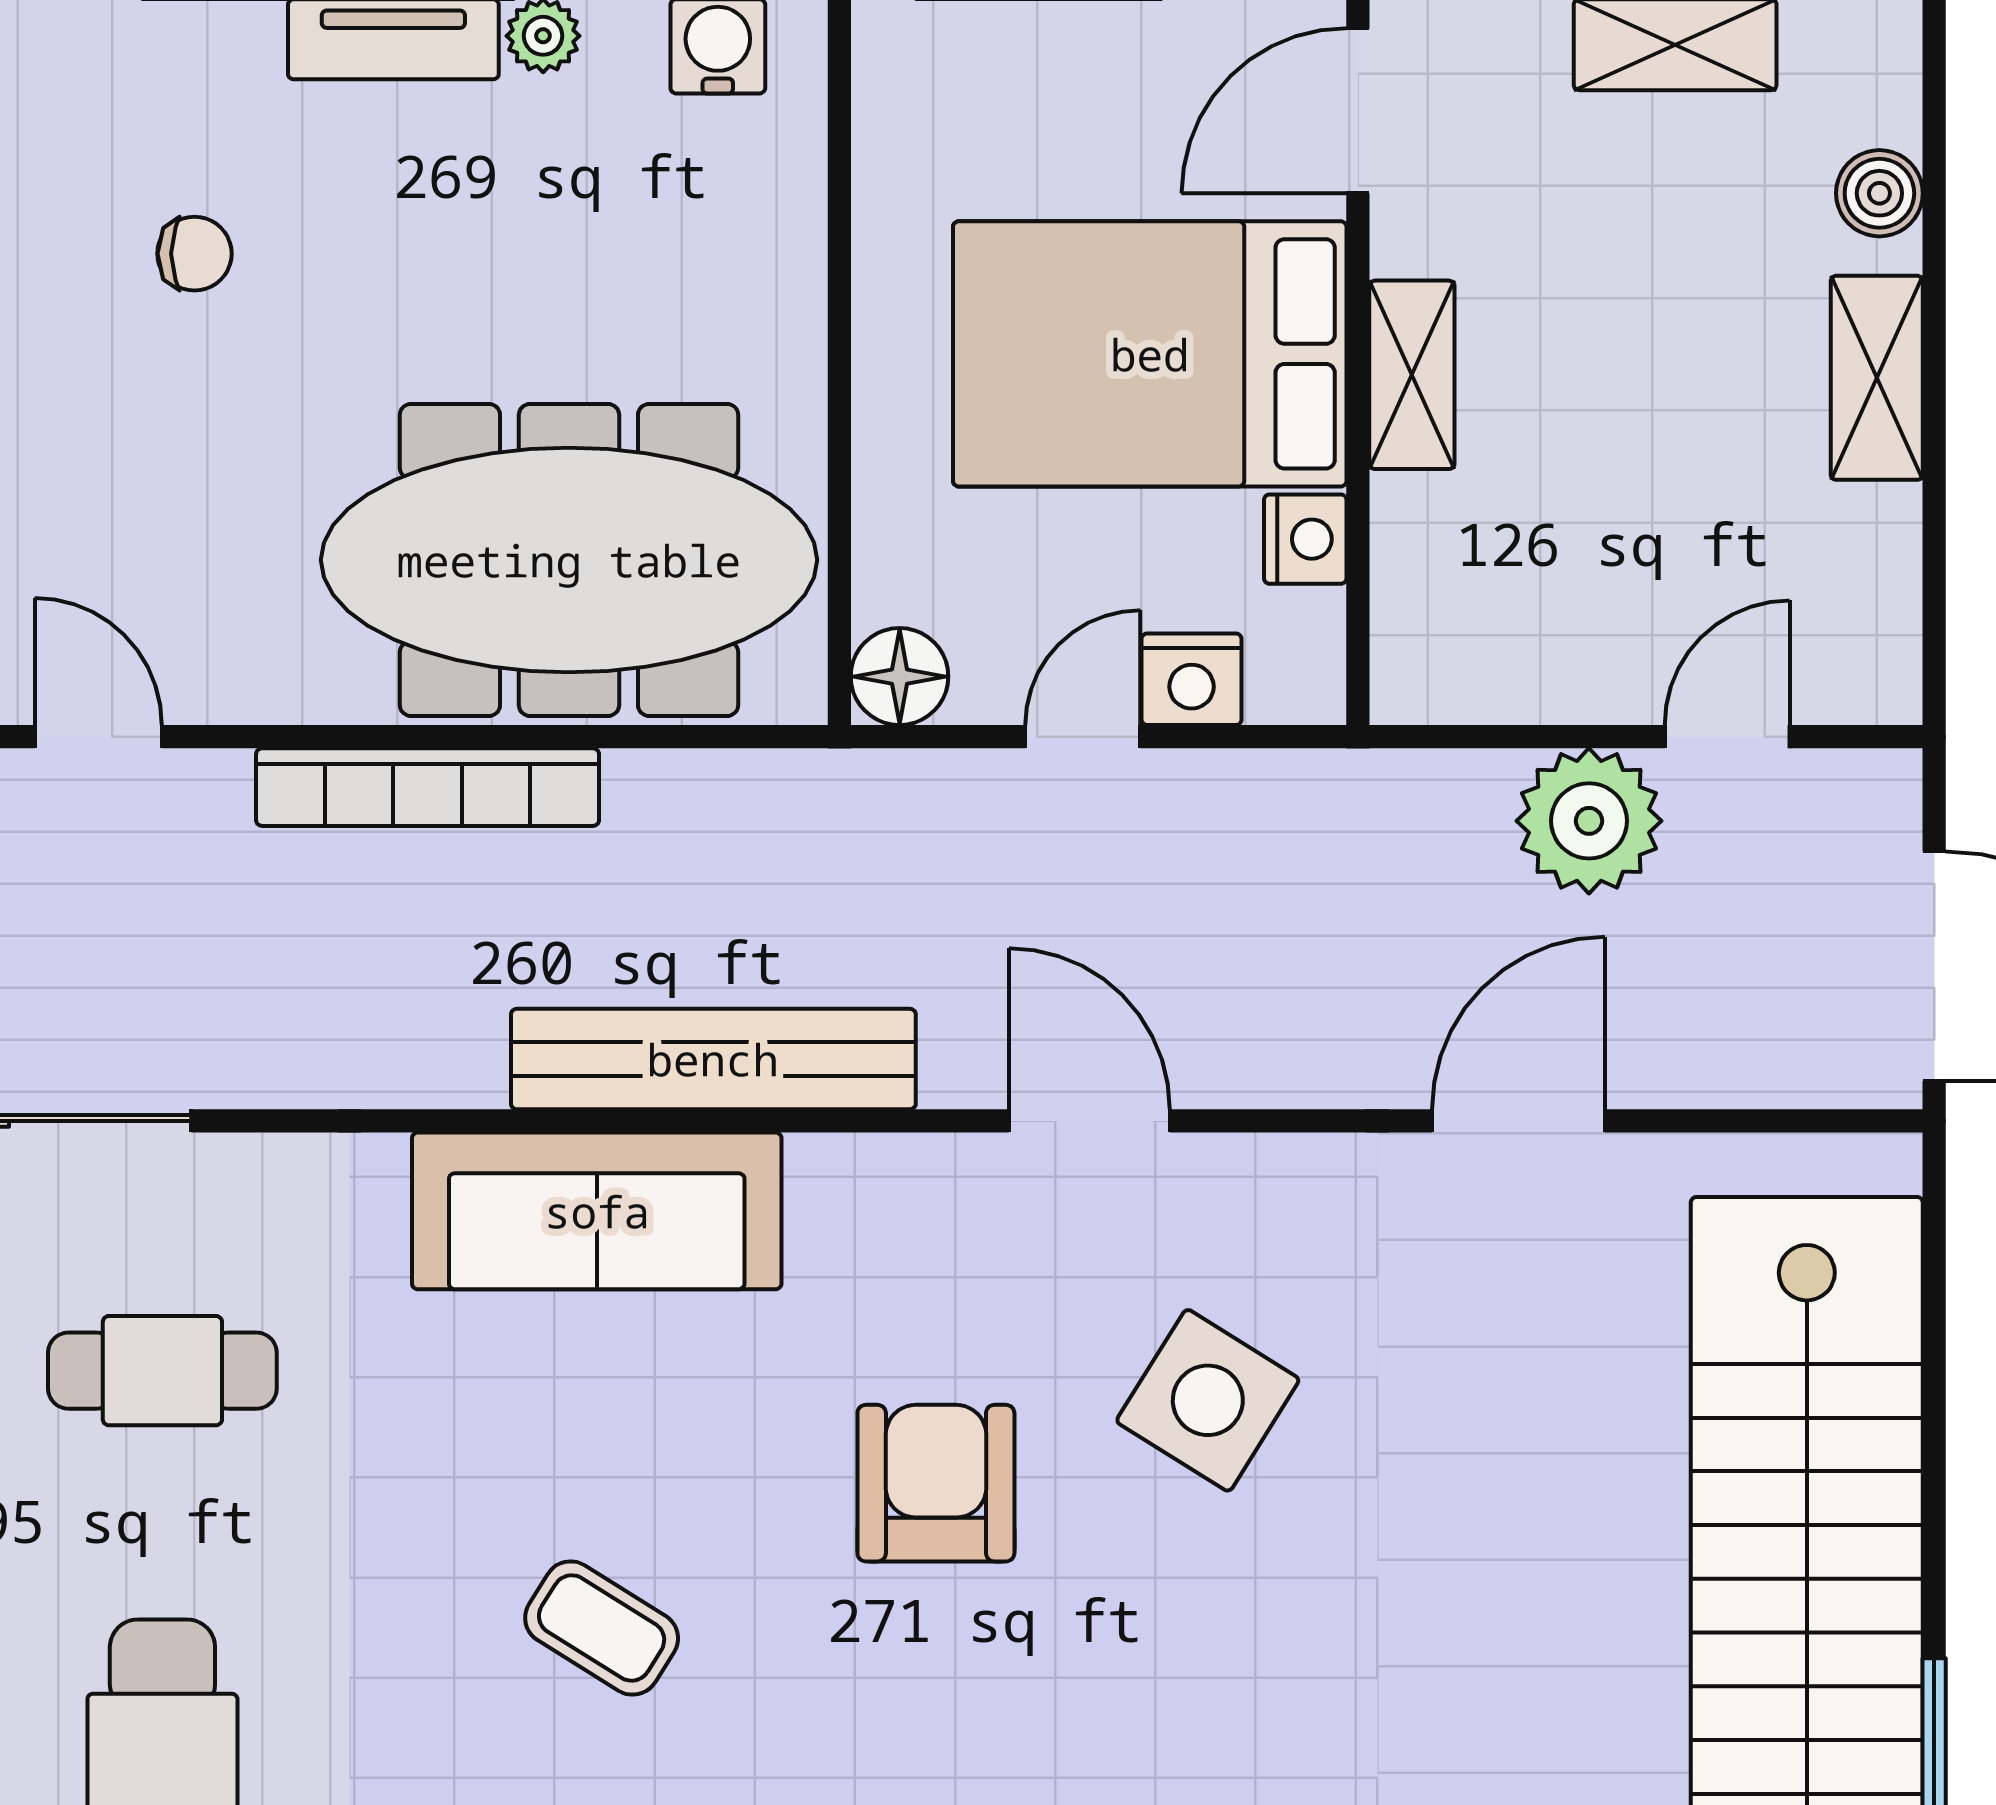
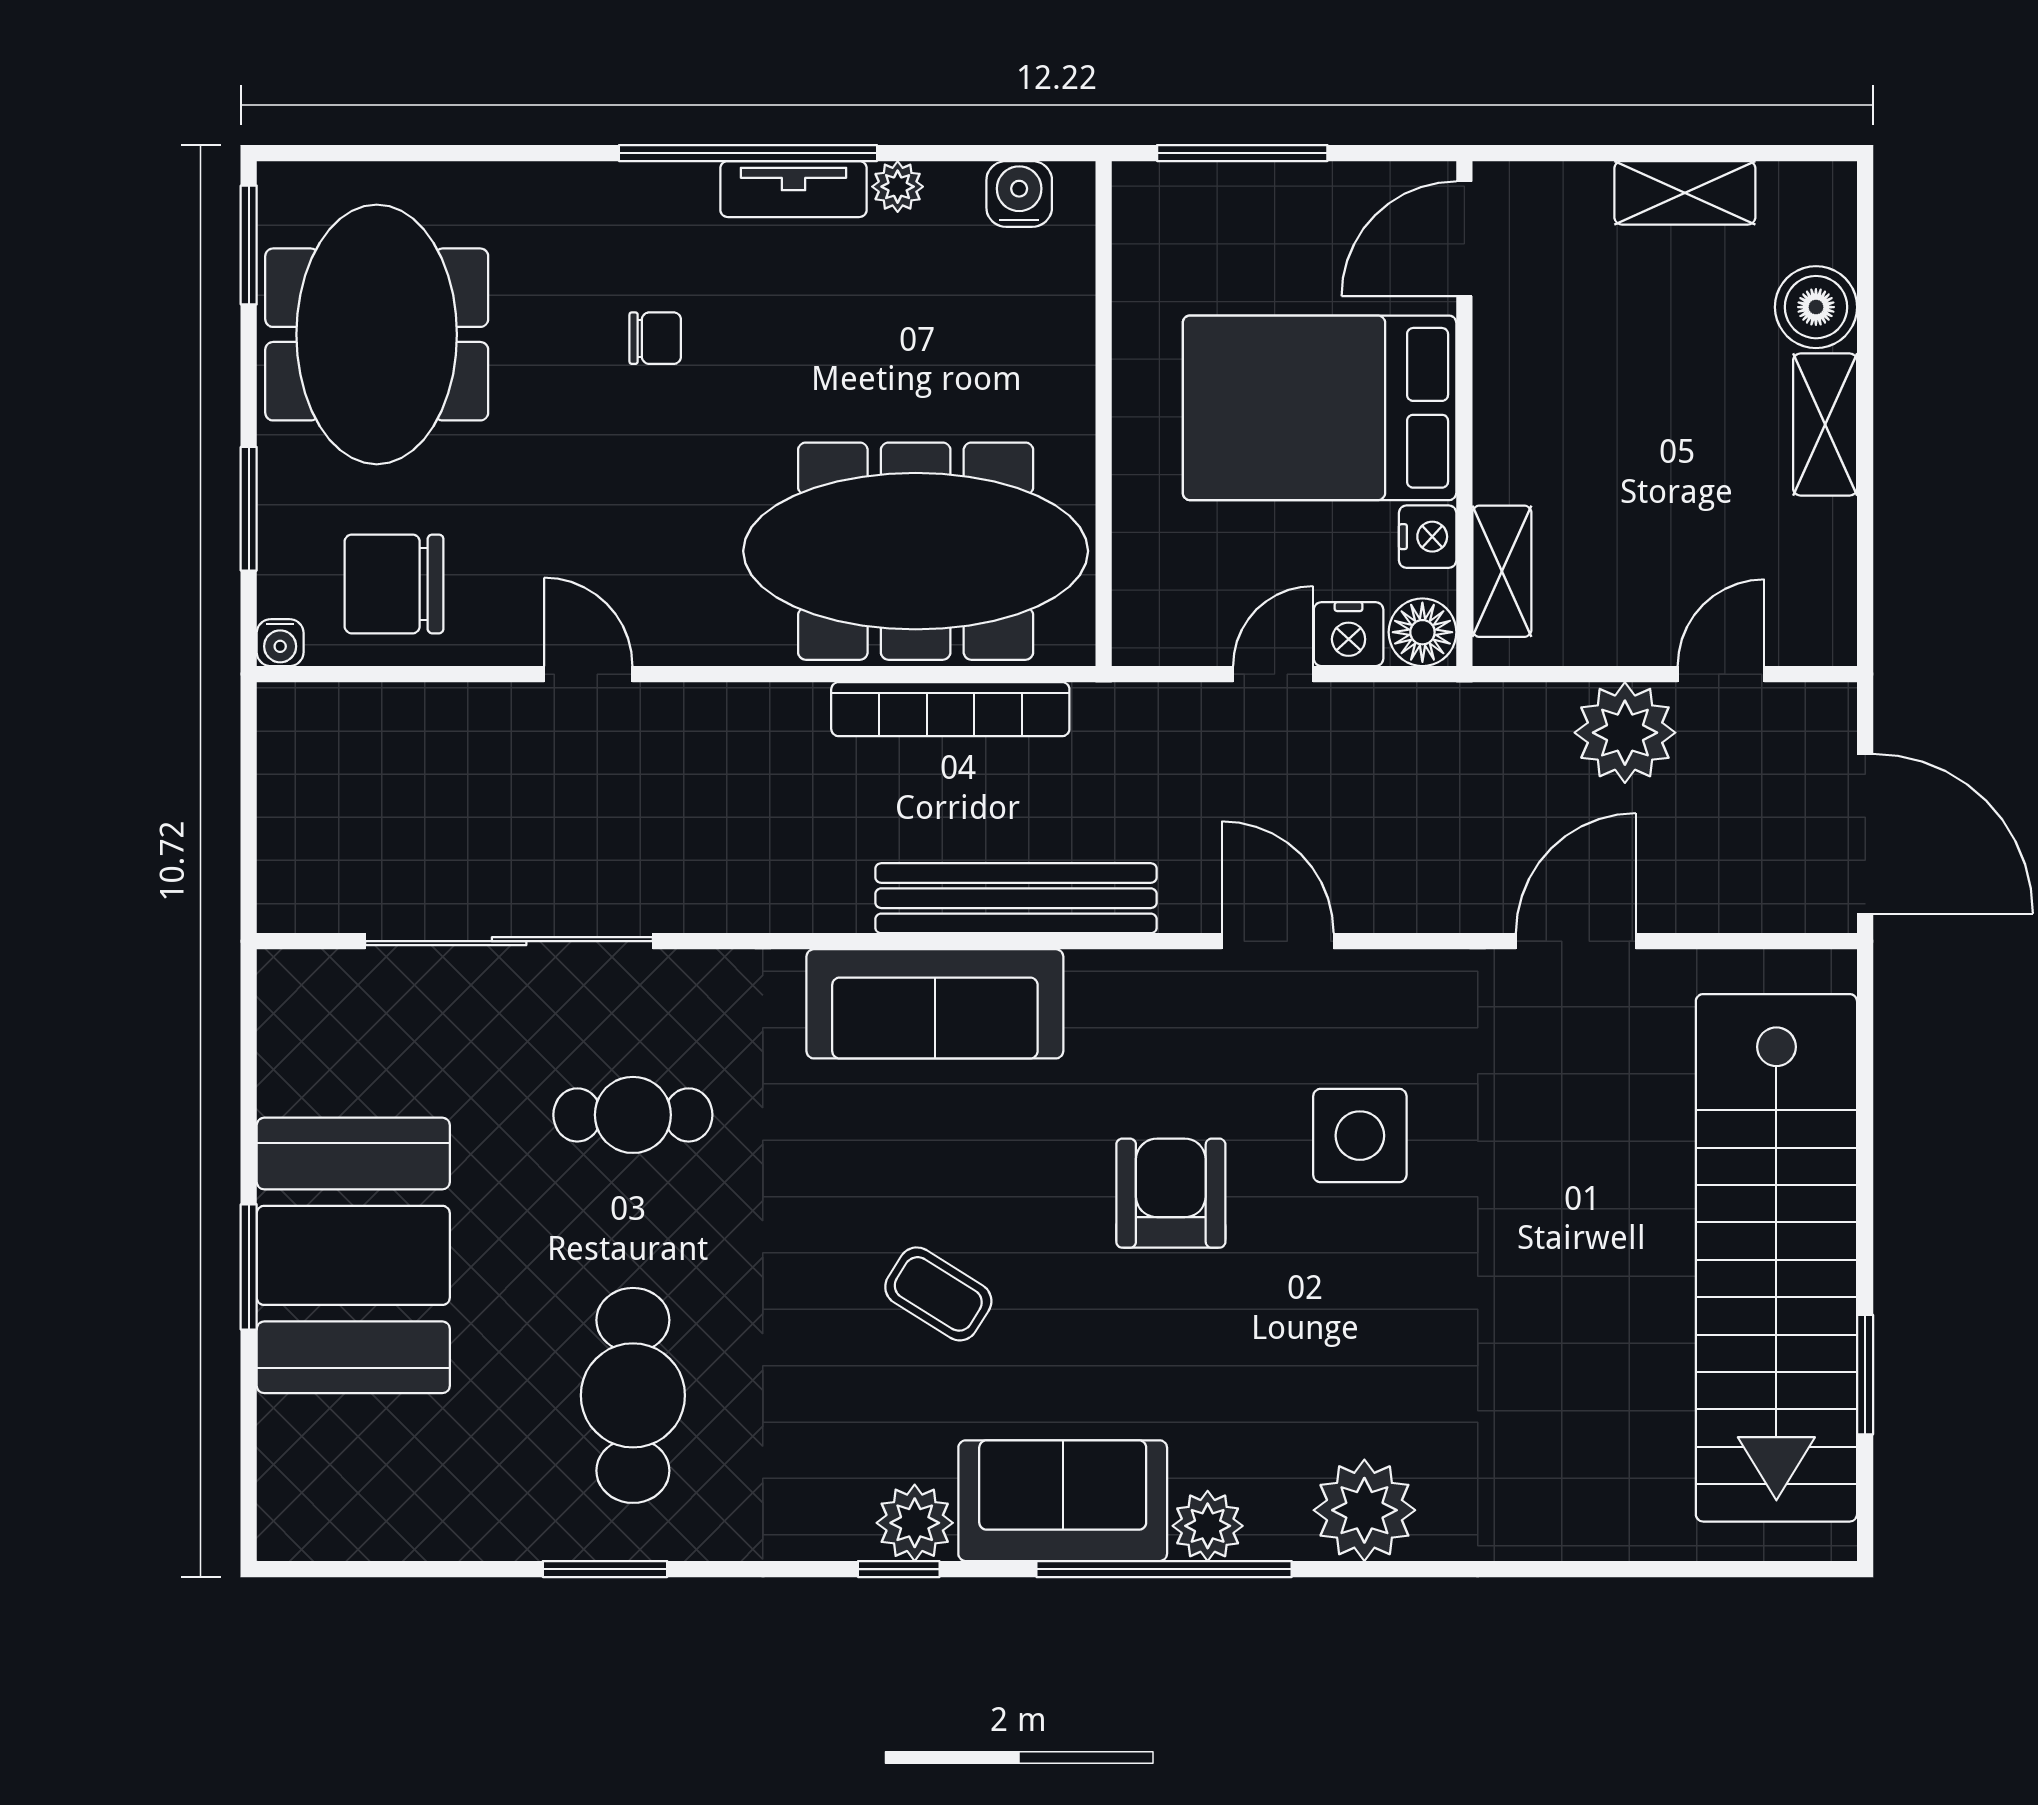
boiler: (1879, 193) -> (1816, 307), width x1.36, depth x1.36
shelving: (1412, 375) -> (1502, 571), moved
floor lamp: (900, 677) -> (1422, 632), moved
bookcase: (428, 787) -> (950, 709), moved
side table: (1208, 1400) -> (1360, 1136), turned -32

